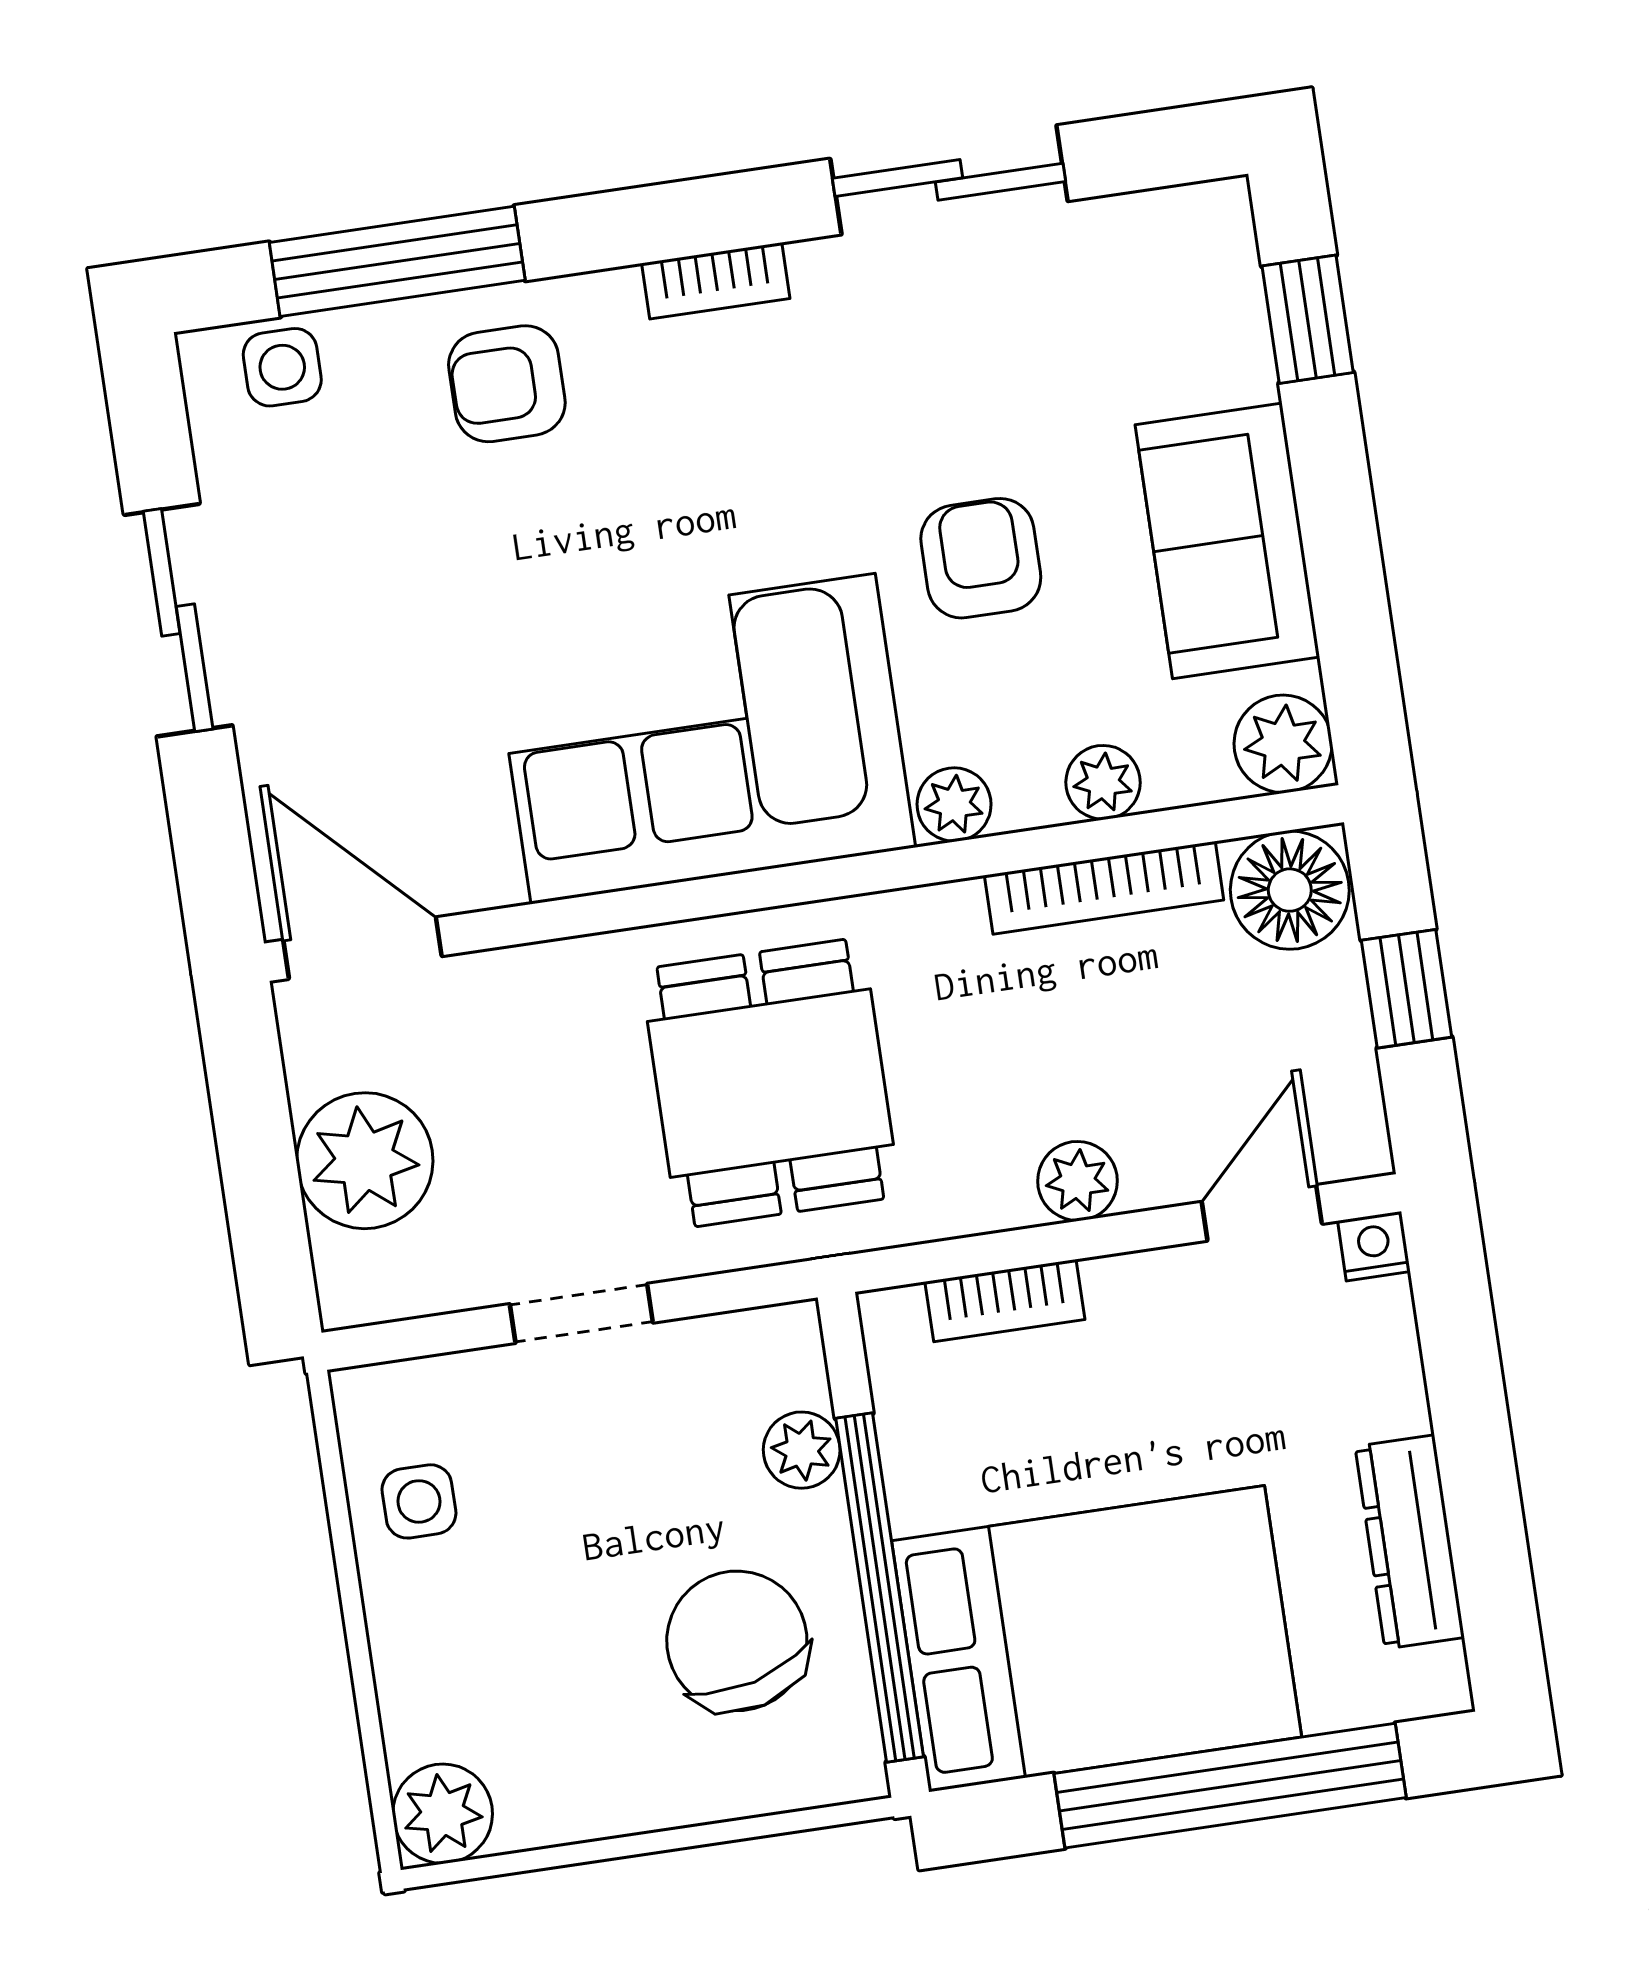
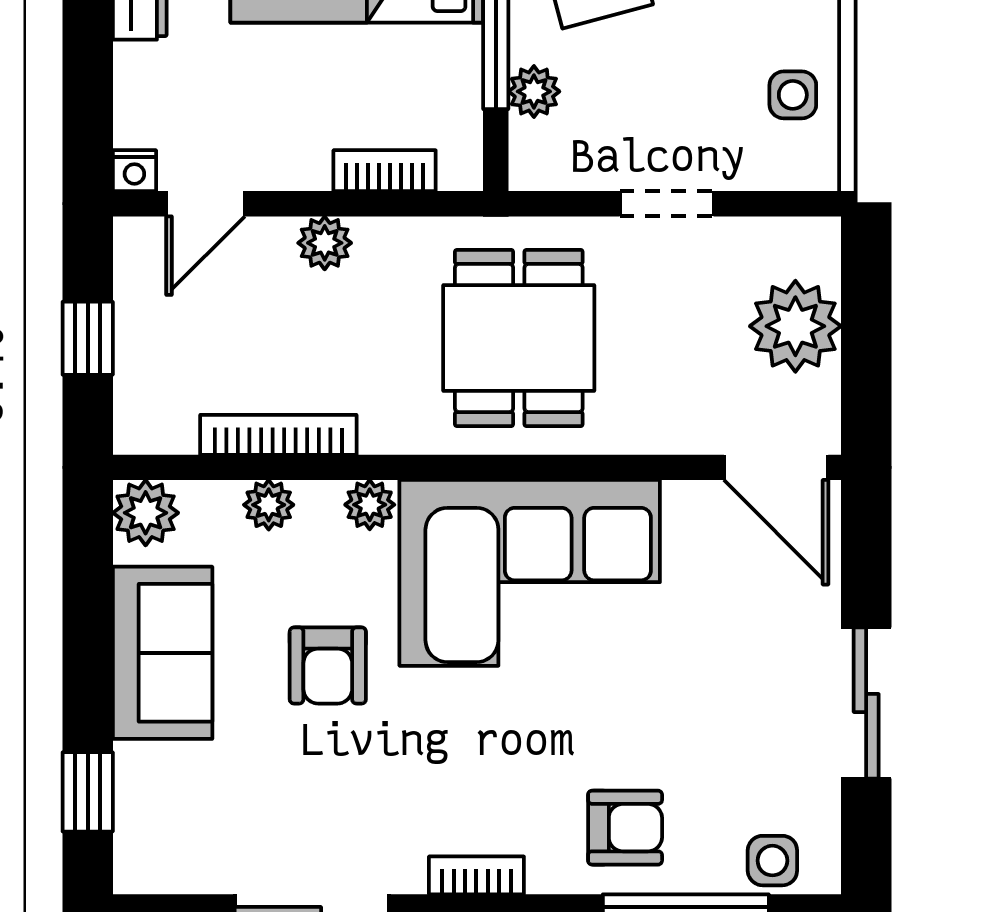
floor lamp: (1290, 890) -> (155, 415), removed

